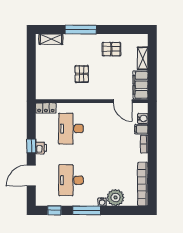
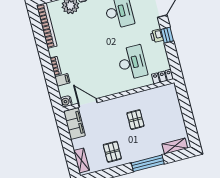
pallet: (111, 49) -> (112, 152), turned 90
shelving: (143, 58) -> (82, 160), moved
water cooler: (143, 118) -> (66, 101), moved

